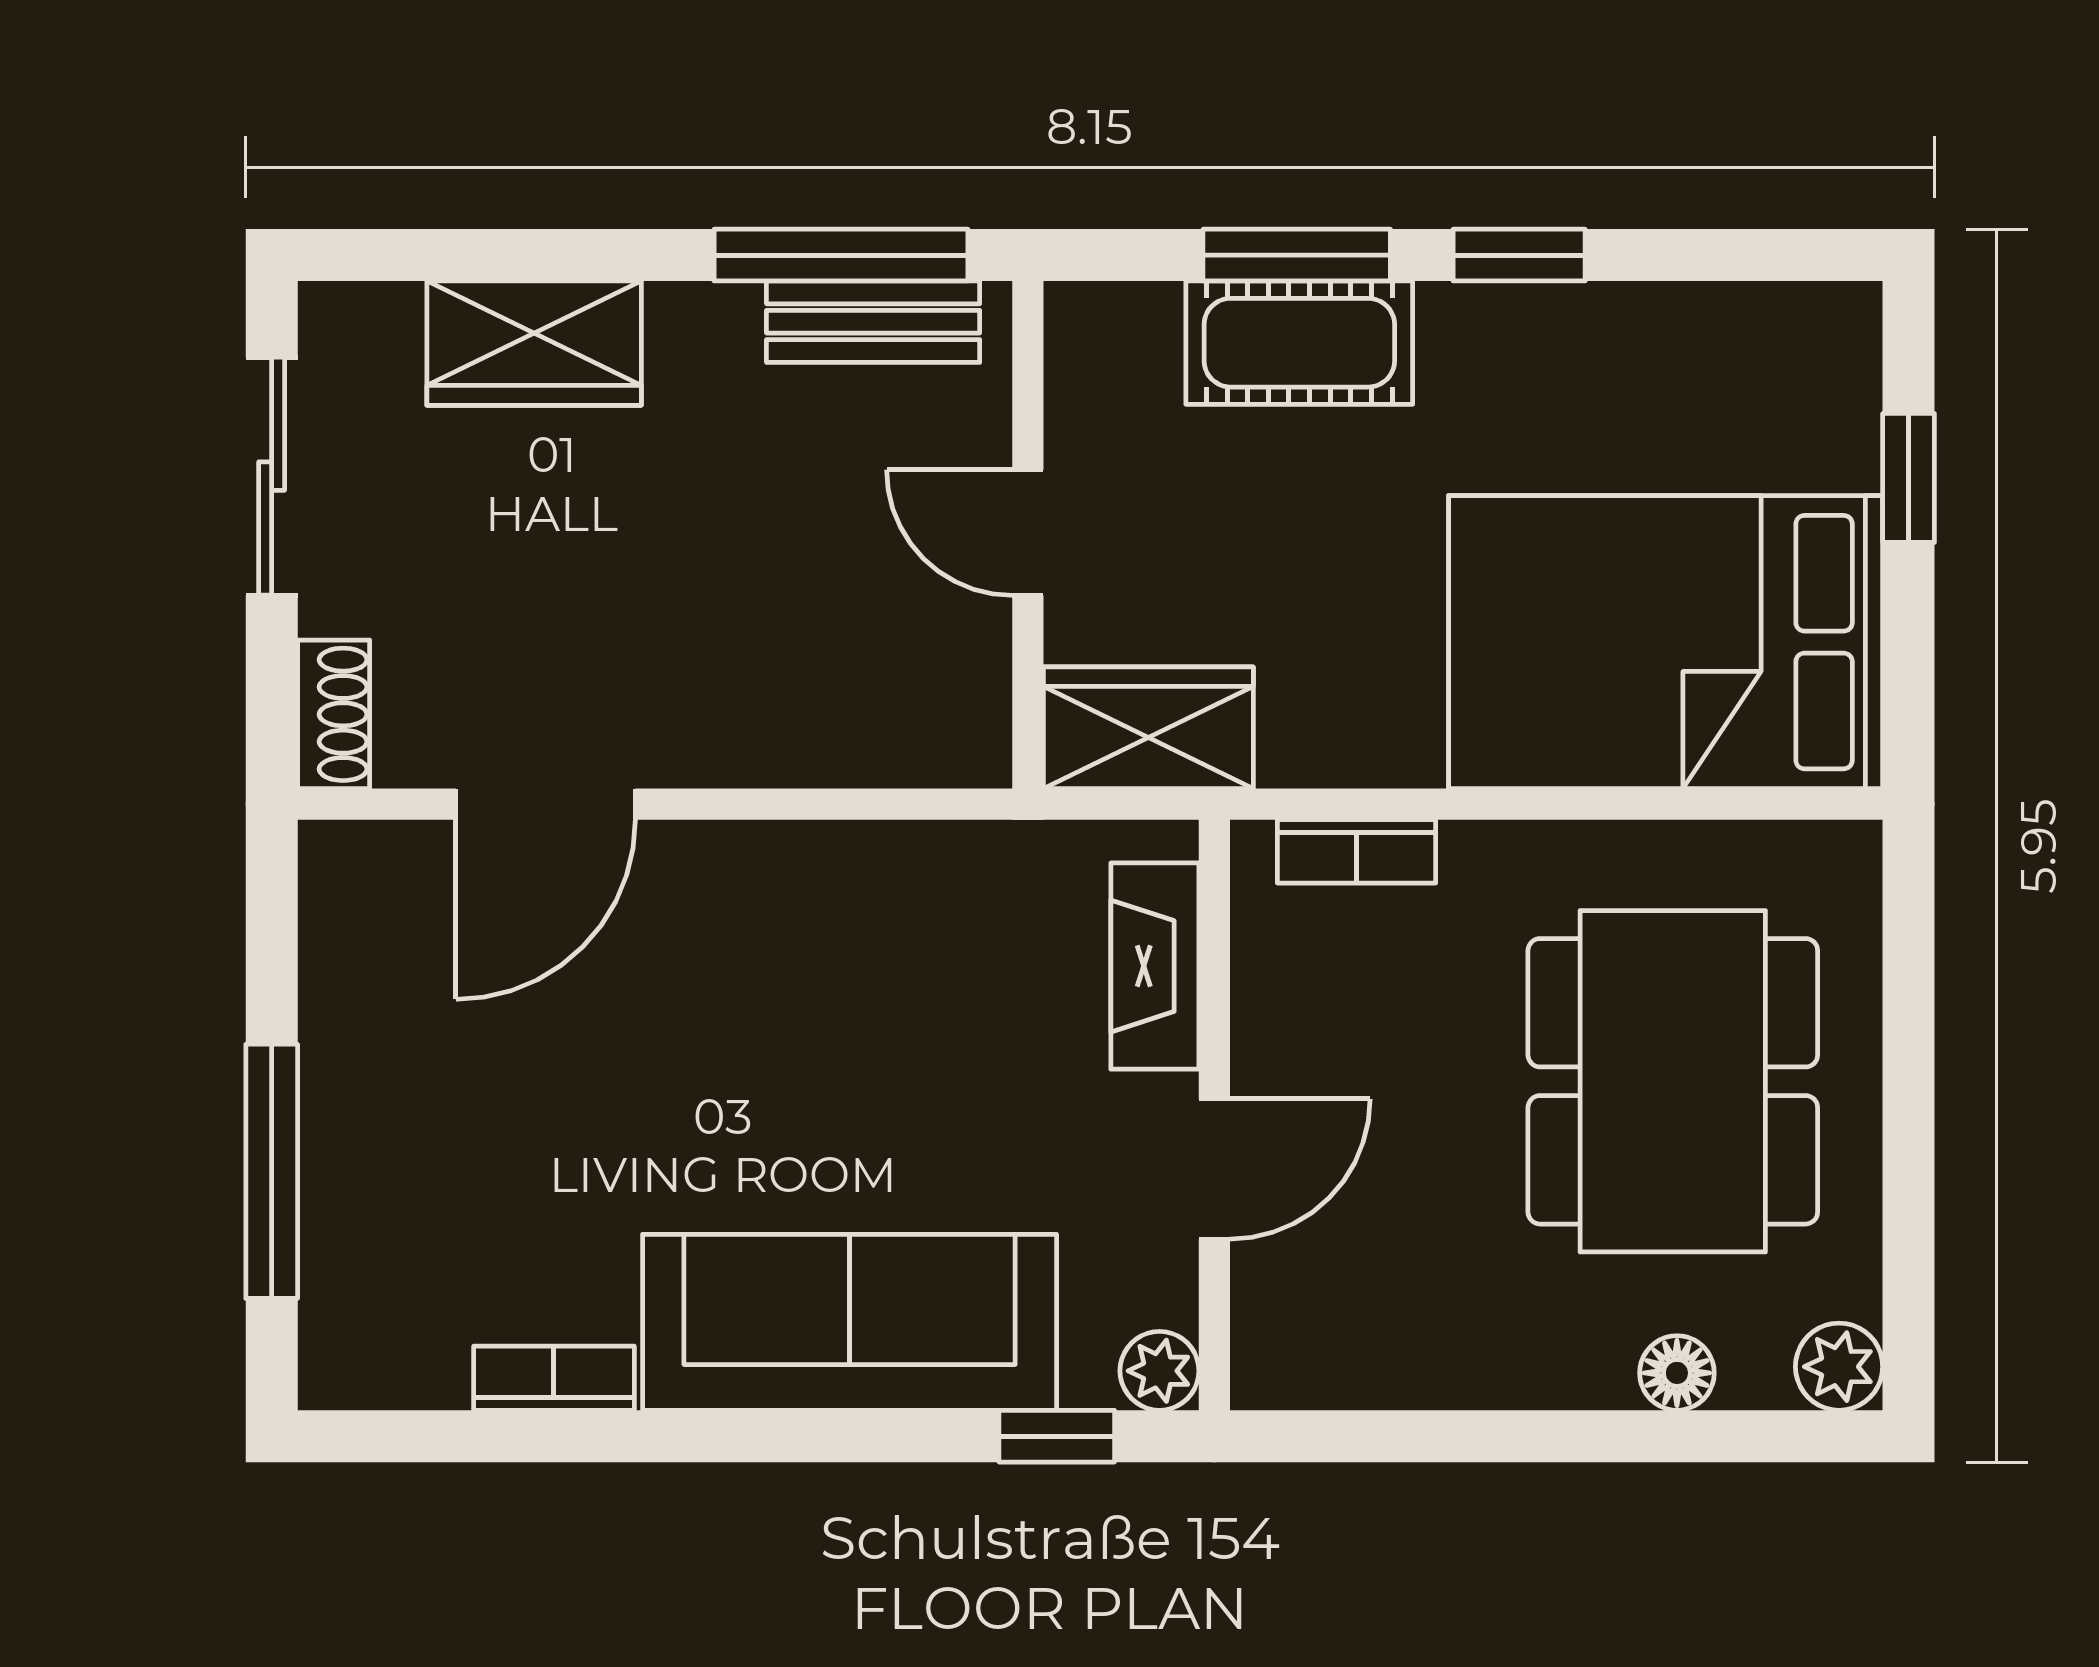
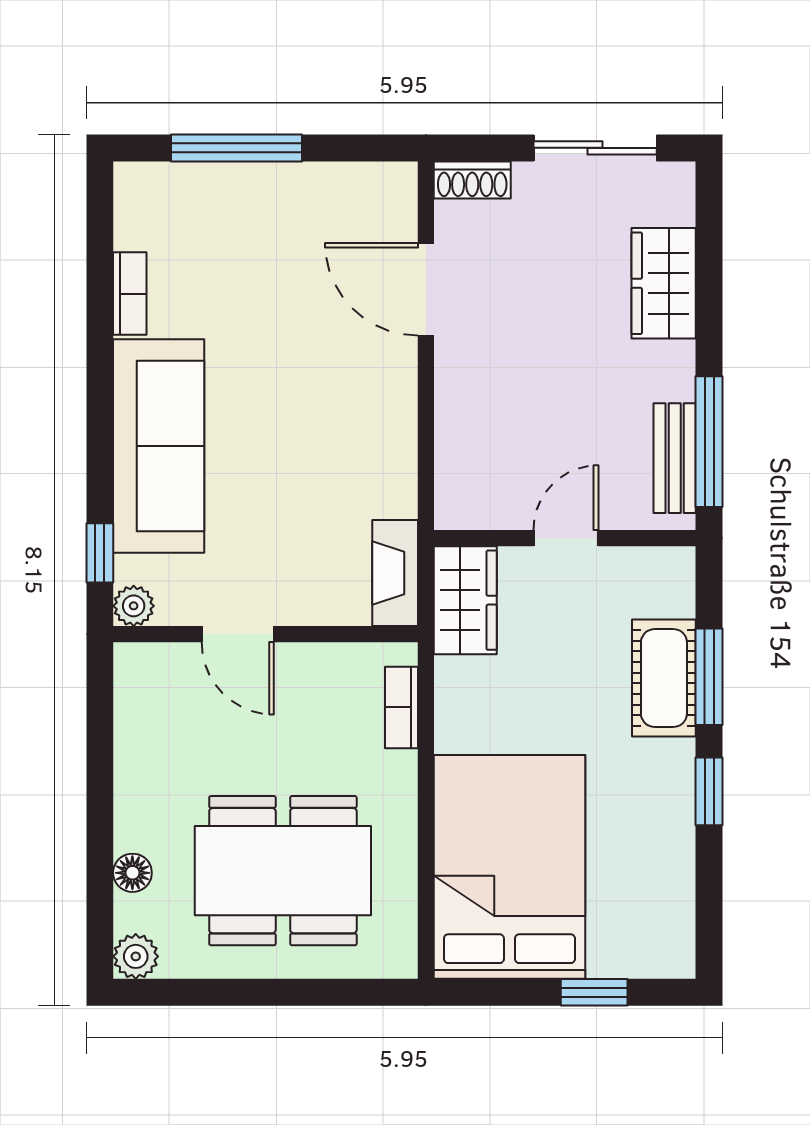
fireplace: (1155, 966) -> (395, 573), moved, turned -90

